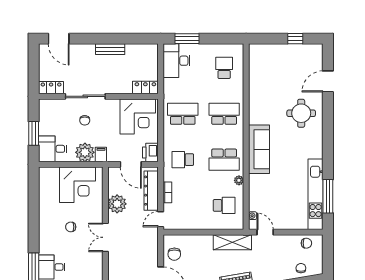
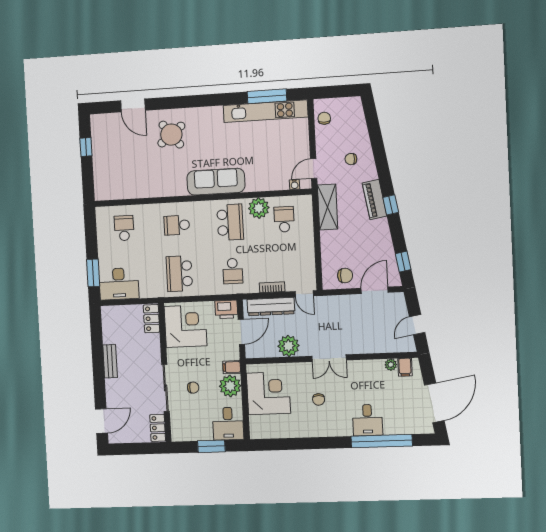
school desk: (224, 68) -> (124, 228), turned 90
round table: (301, 113) -> (171, 135), turned -38
school desk: (224, 114) -> (177, 225), width x0.54
plant: (239, 180) -> (259, 208), width x1.87, depth x1.87
chair: (301, 268) -> (351, 159), moved

